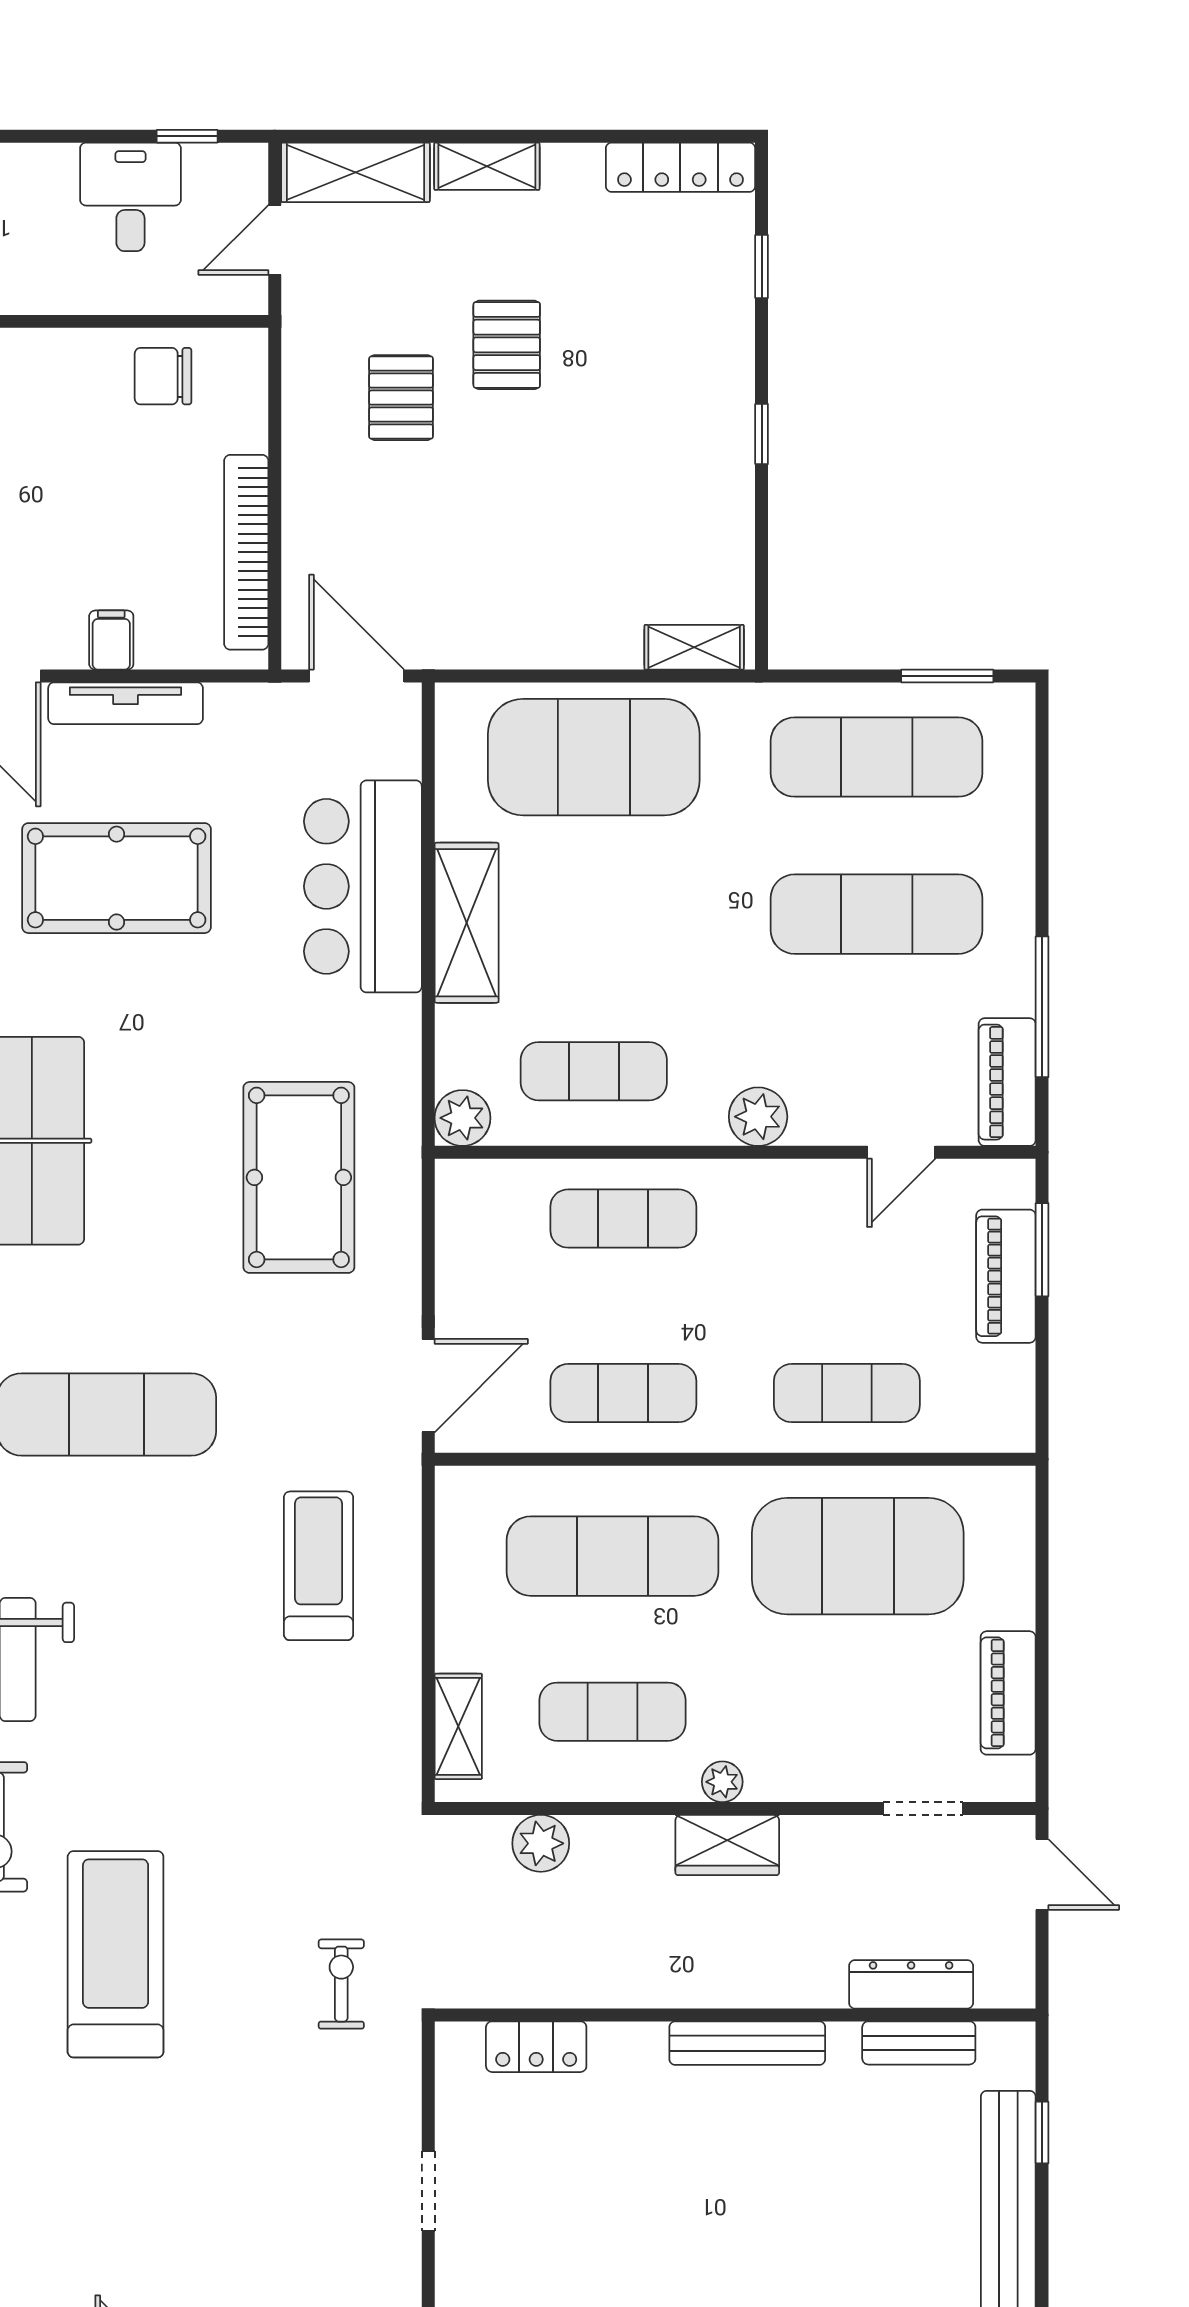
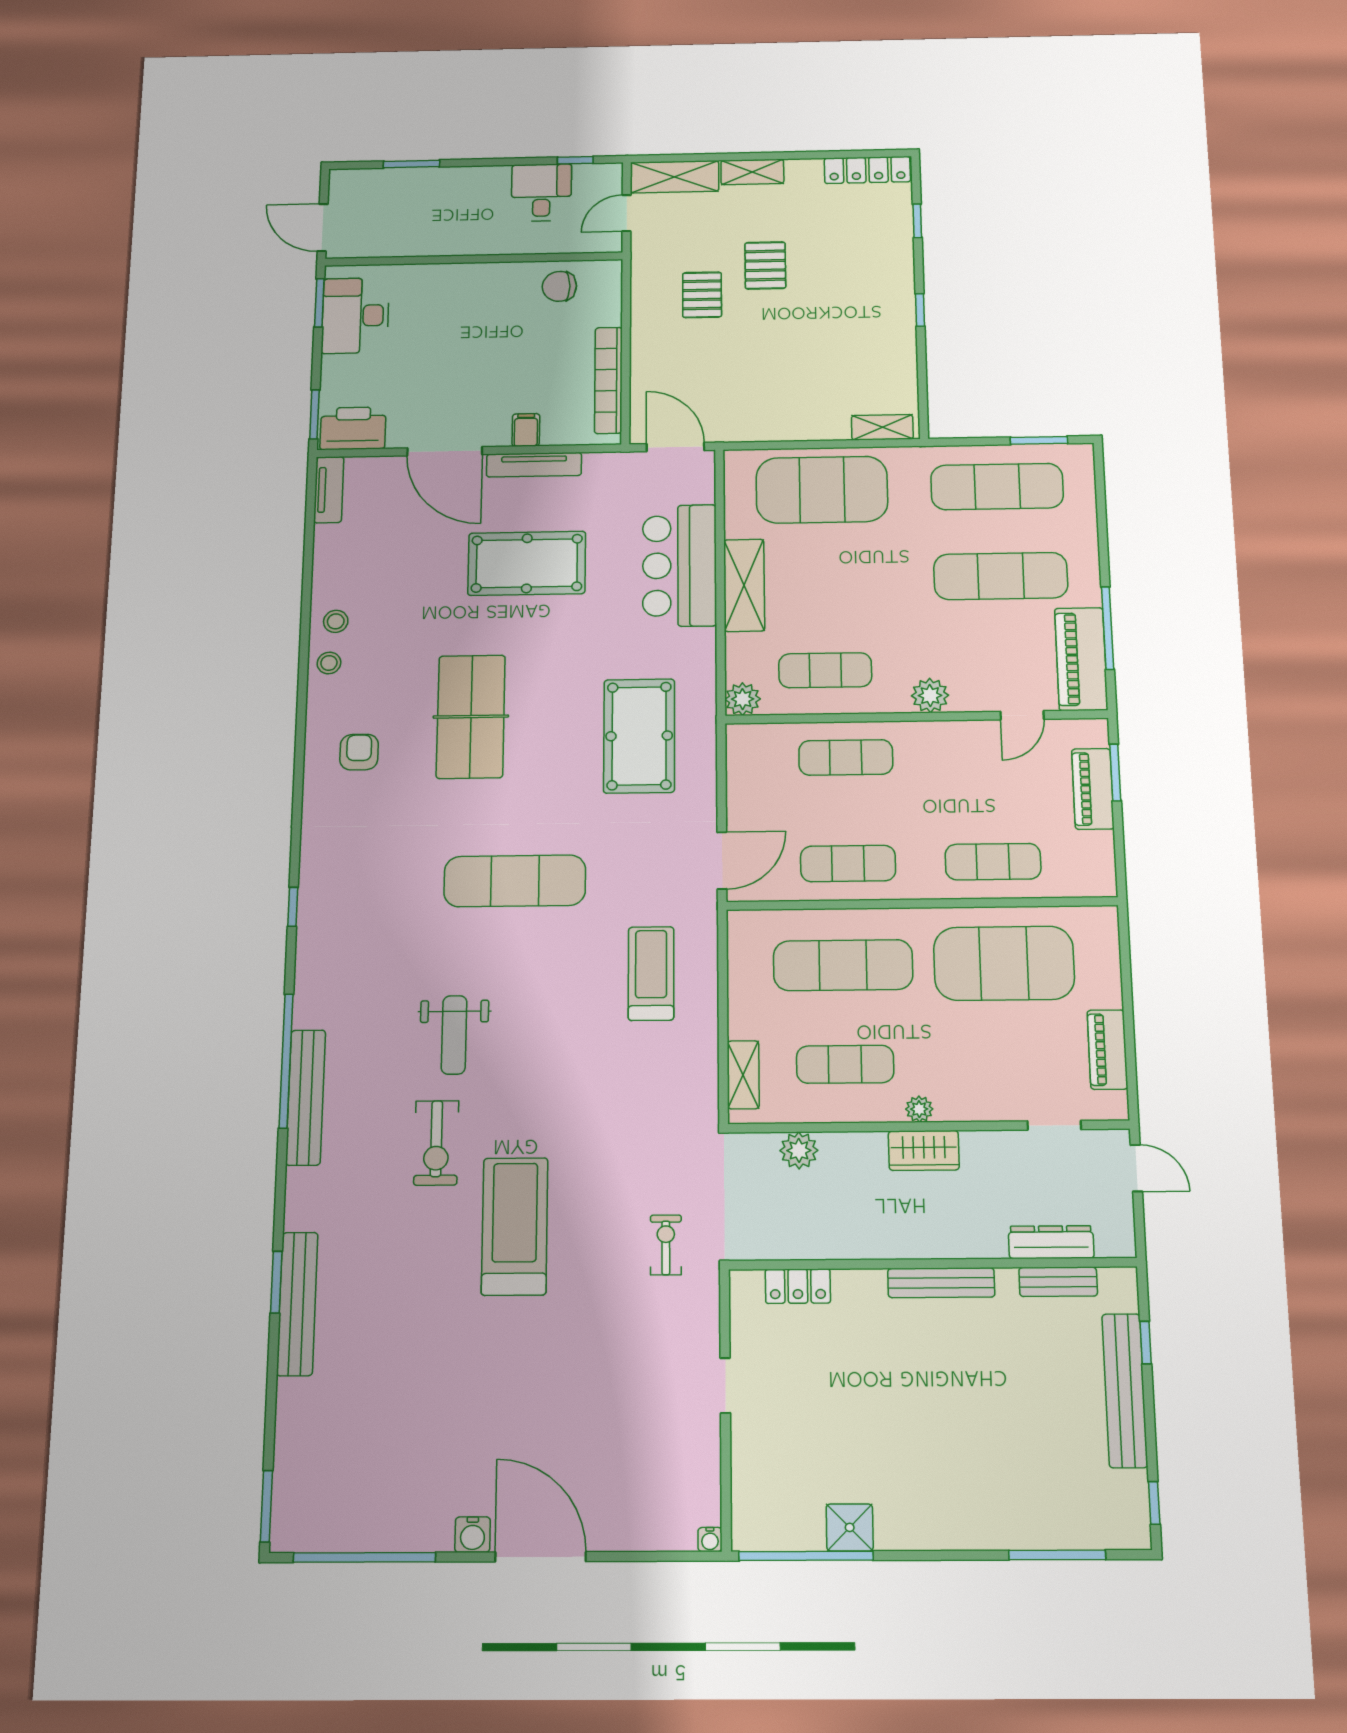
piano: (1007, 1082) -> (1081, 659), width x1.37, depth x1.33

